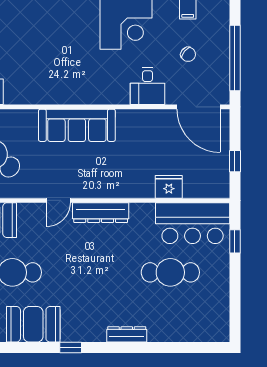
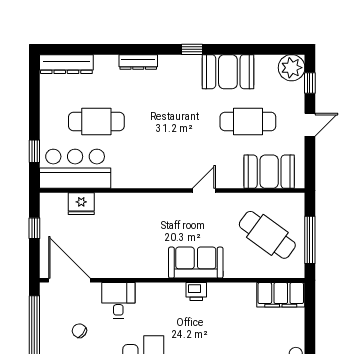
printer: (66, 95) -> (196, 292), added
sofa: (77, 125) -> (196, 263), width x0.73
fridge: (169, 187) -> (81, 204), moved
dresser: (101, 213) -> (66, 64), moved, turned 180

